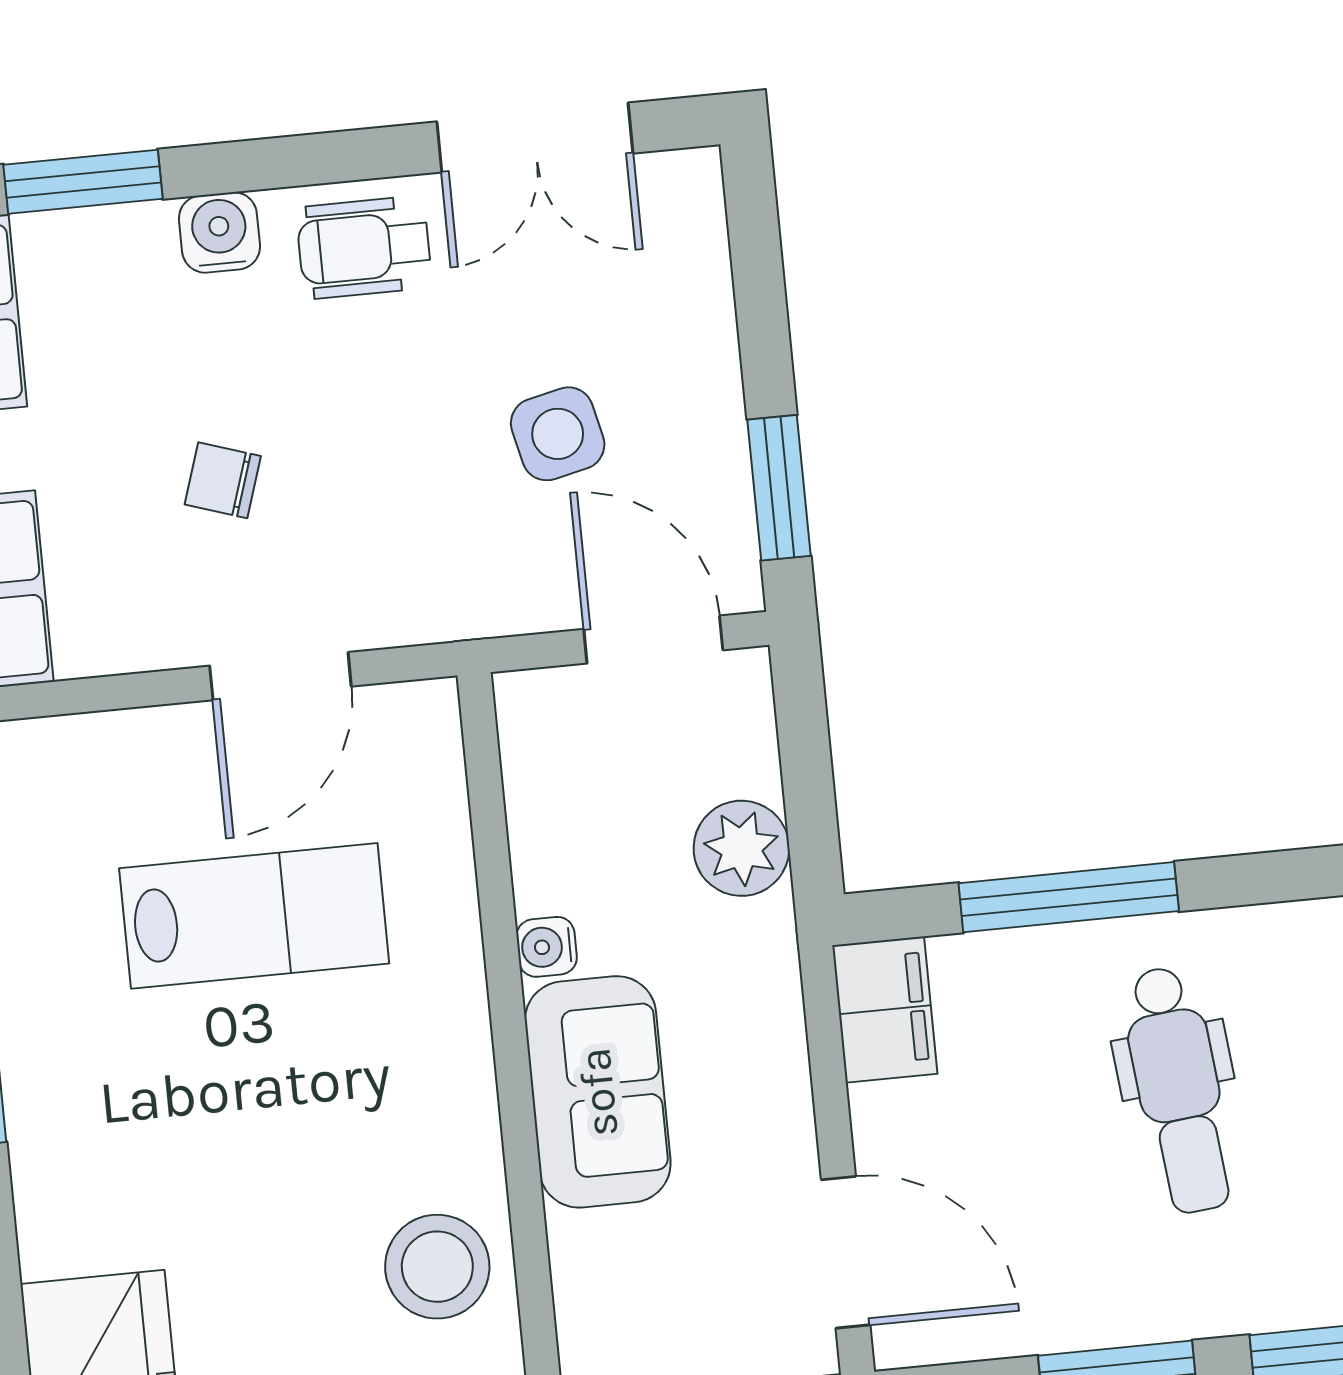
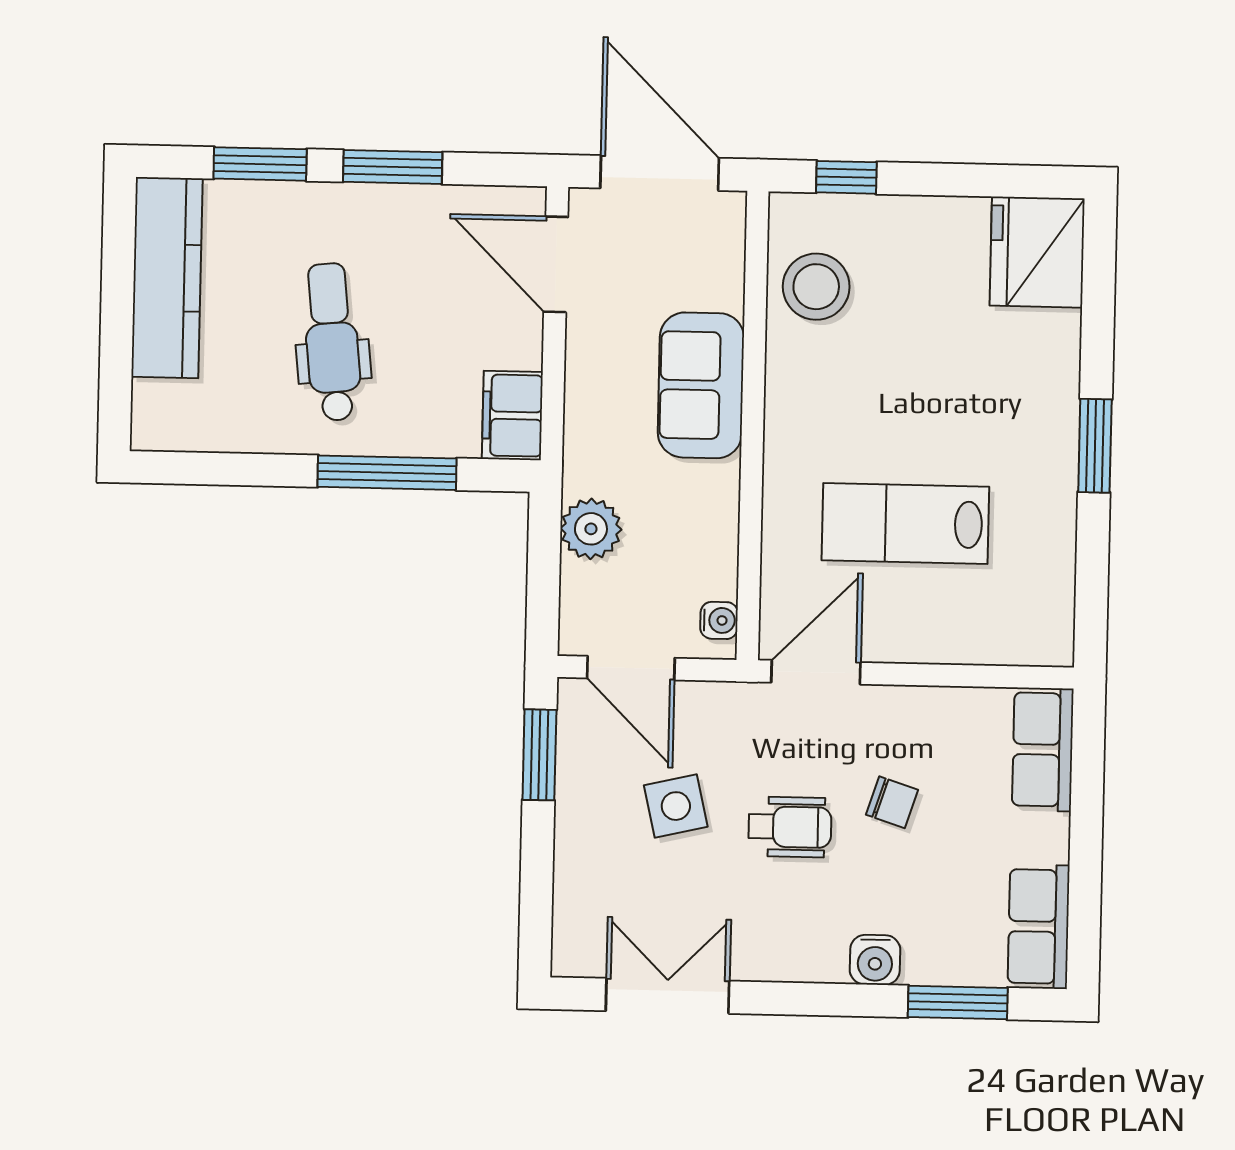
wheelchair: (364, 247) -> (790, 827), moved
door: (280, 676) -> (816, 672), moved
water cooler: (547, 947) -> (719, 620), moved

